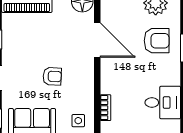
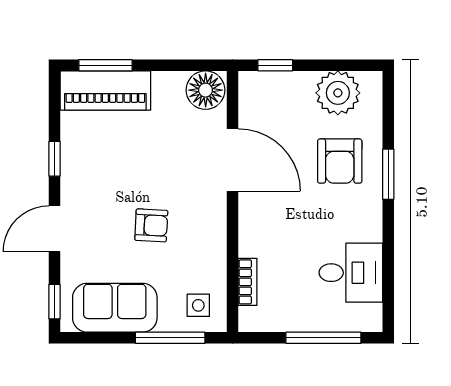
armchair: (157, 41) -> (340, 161), turned 90

